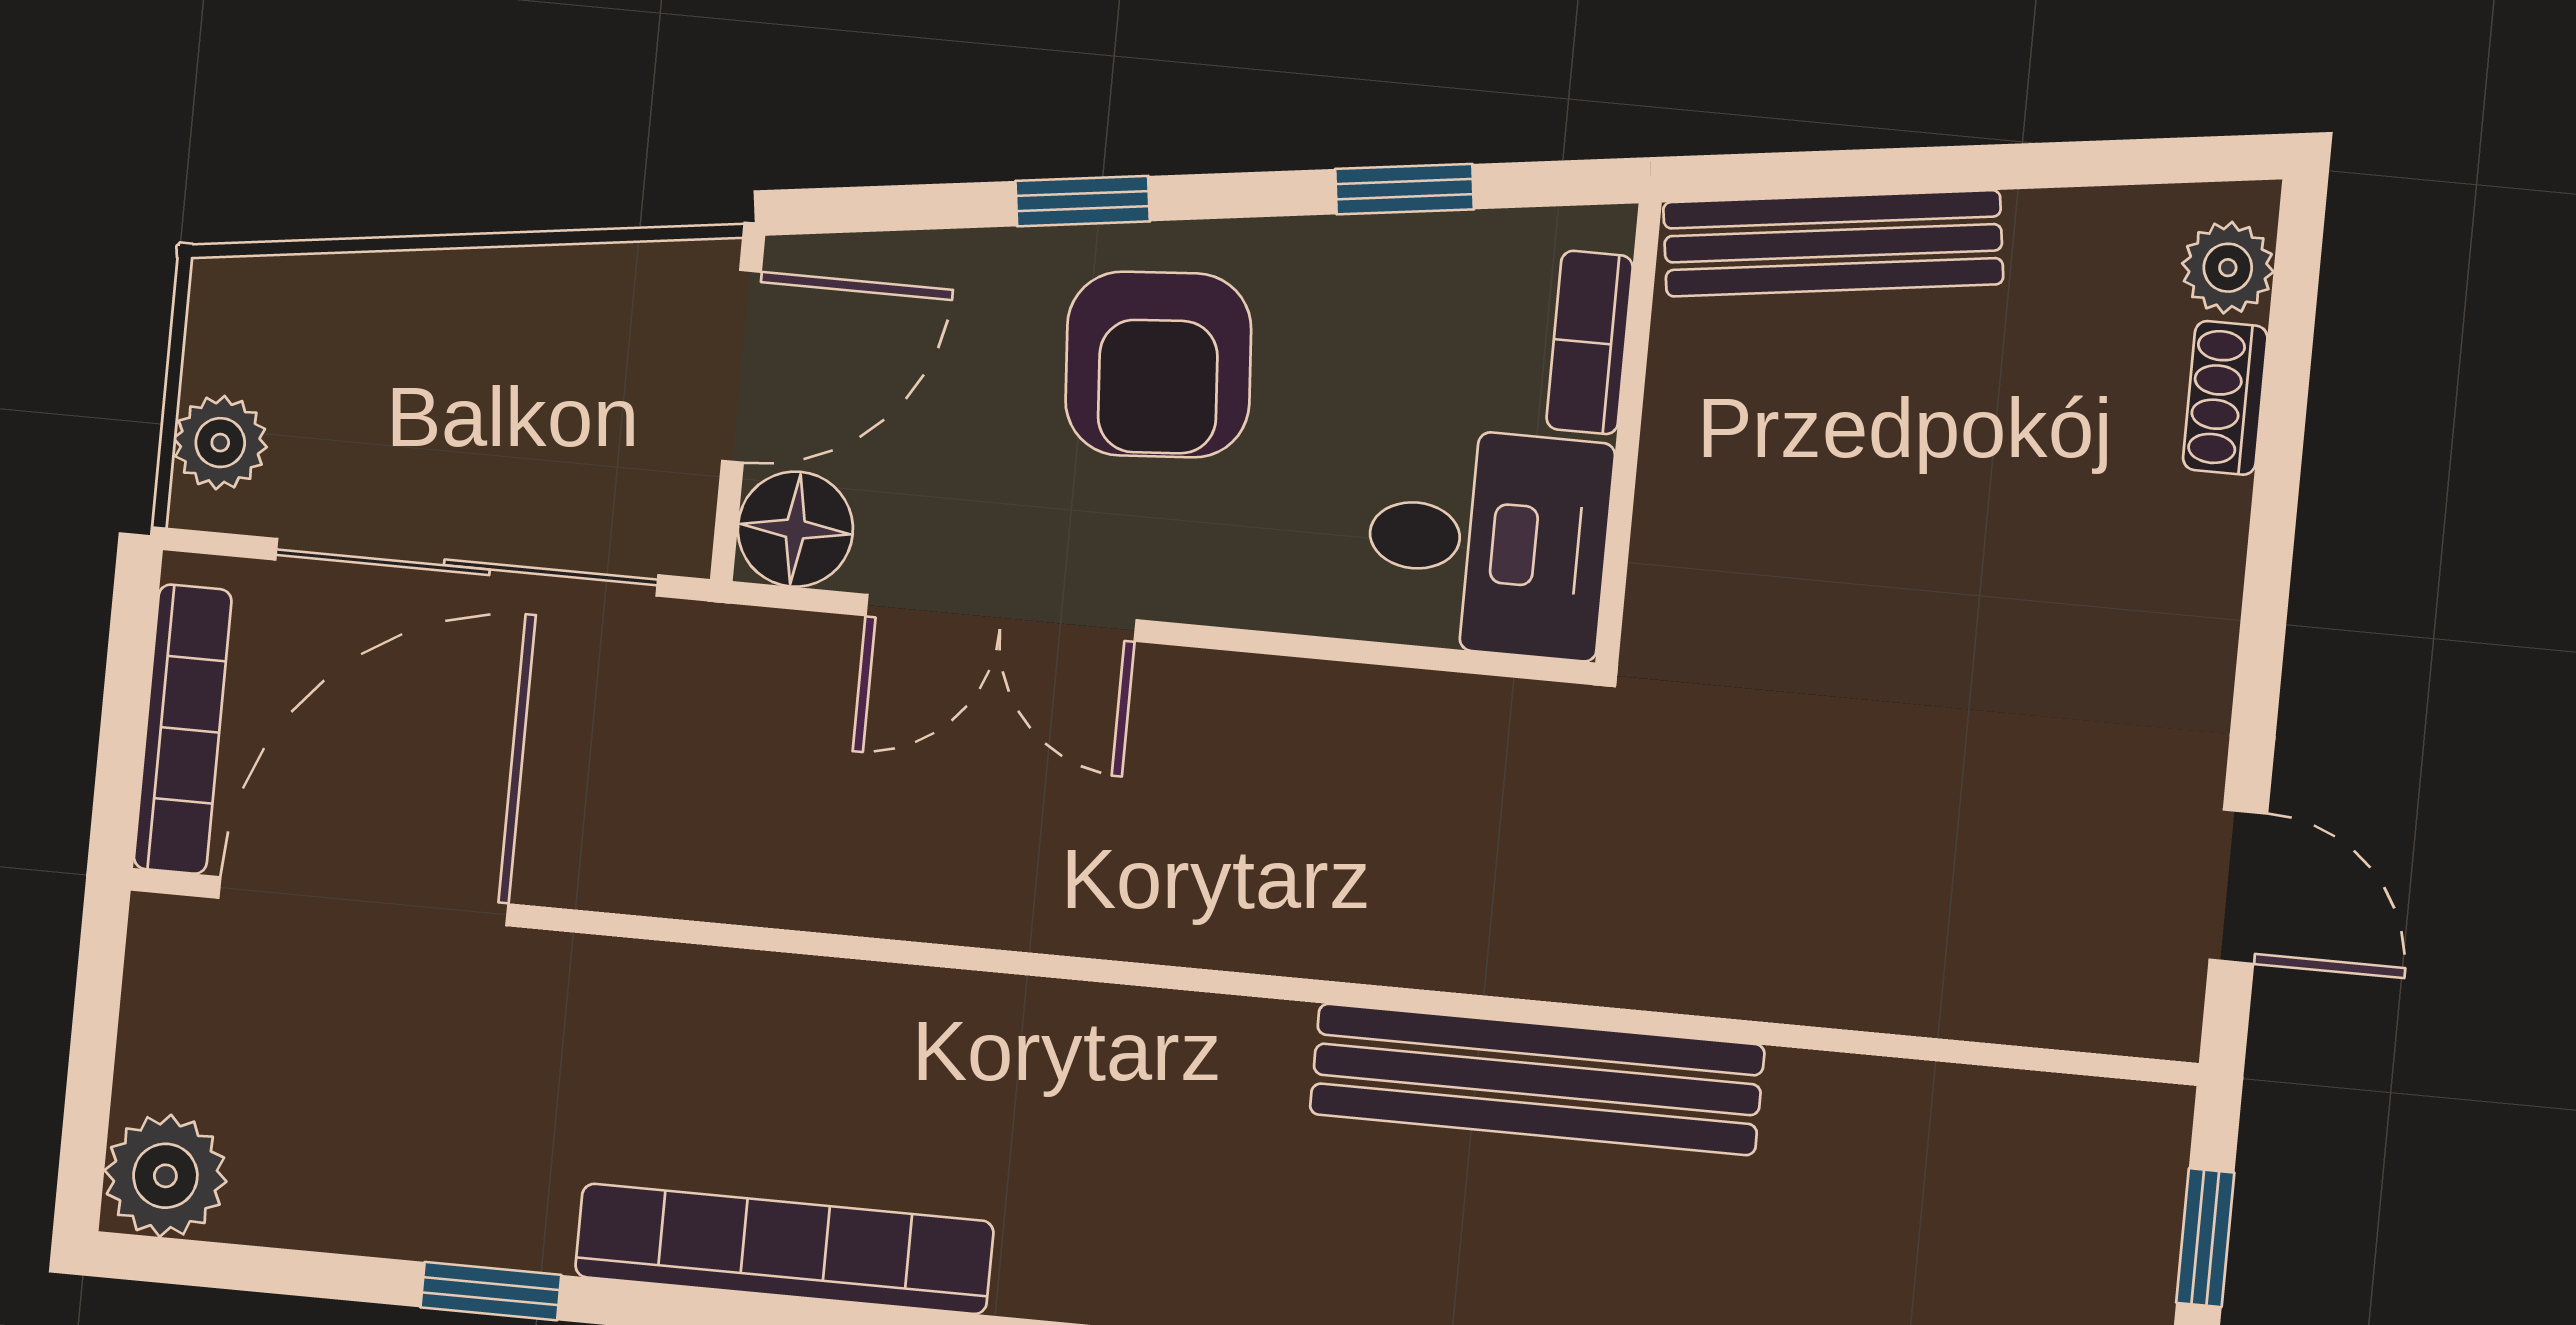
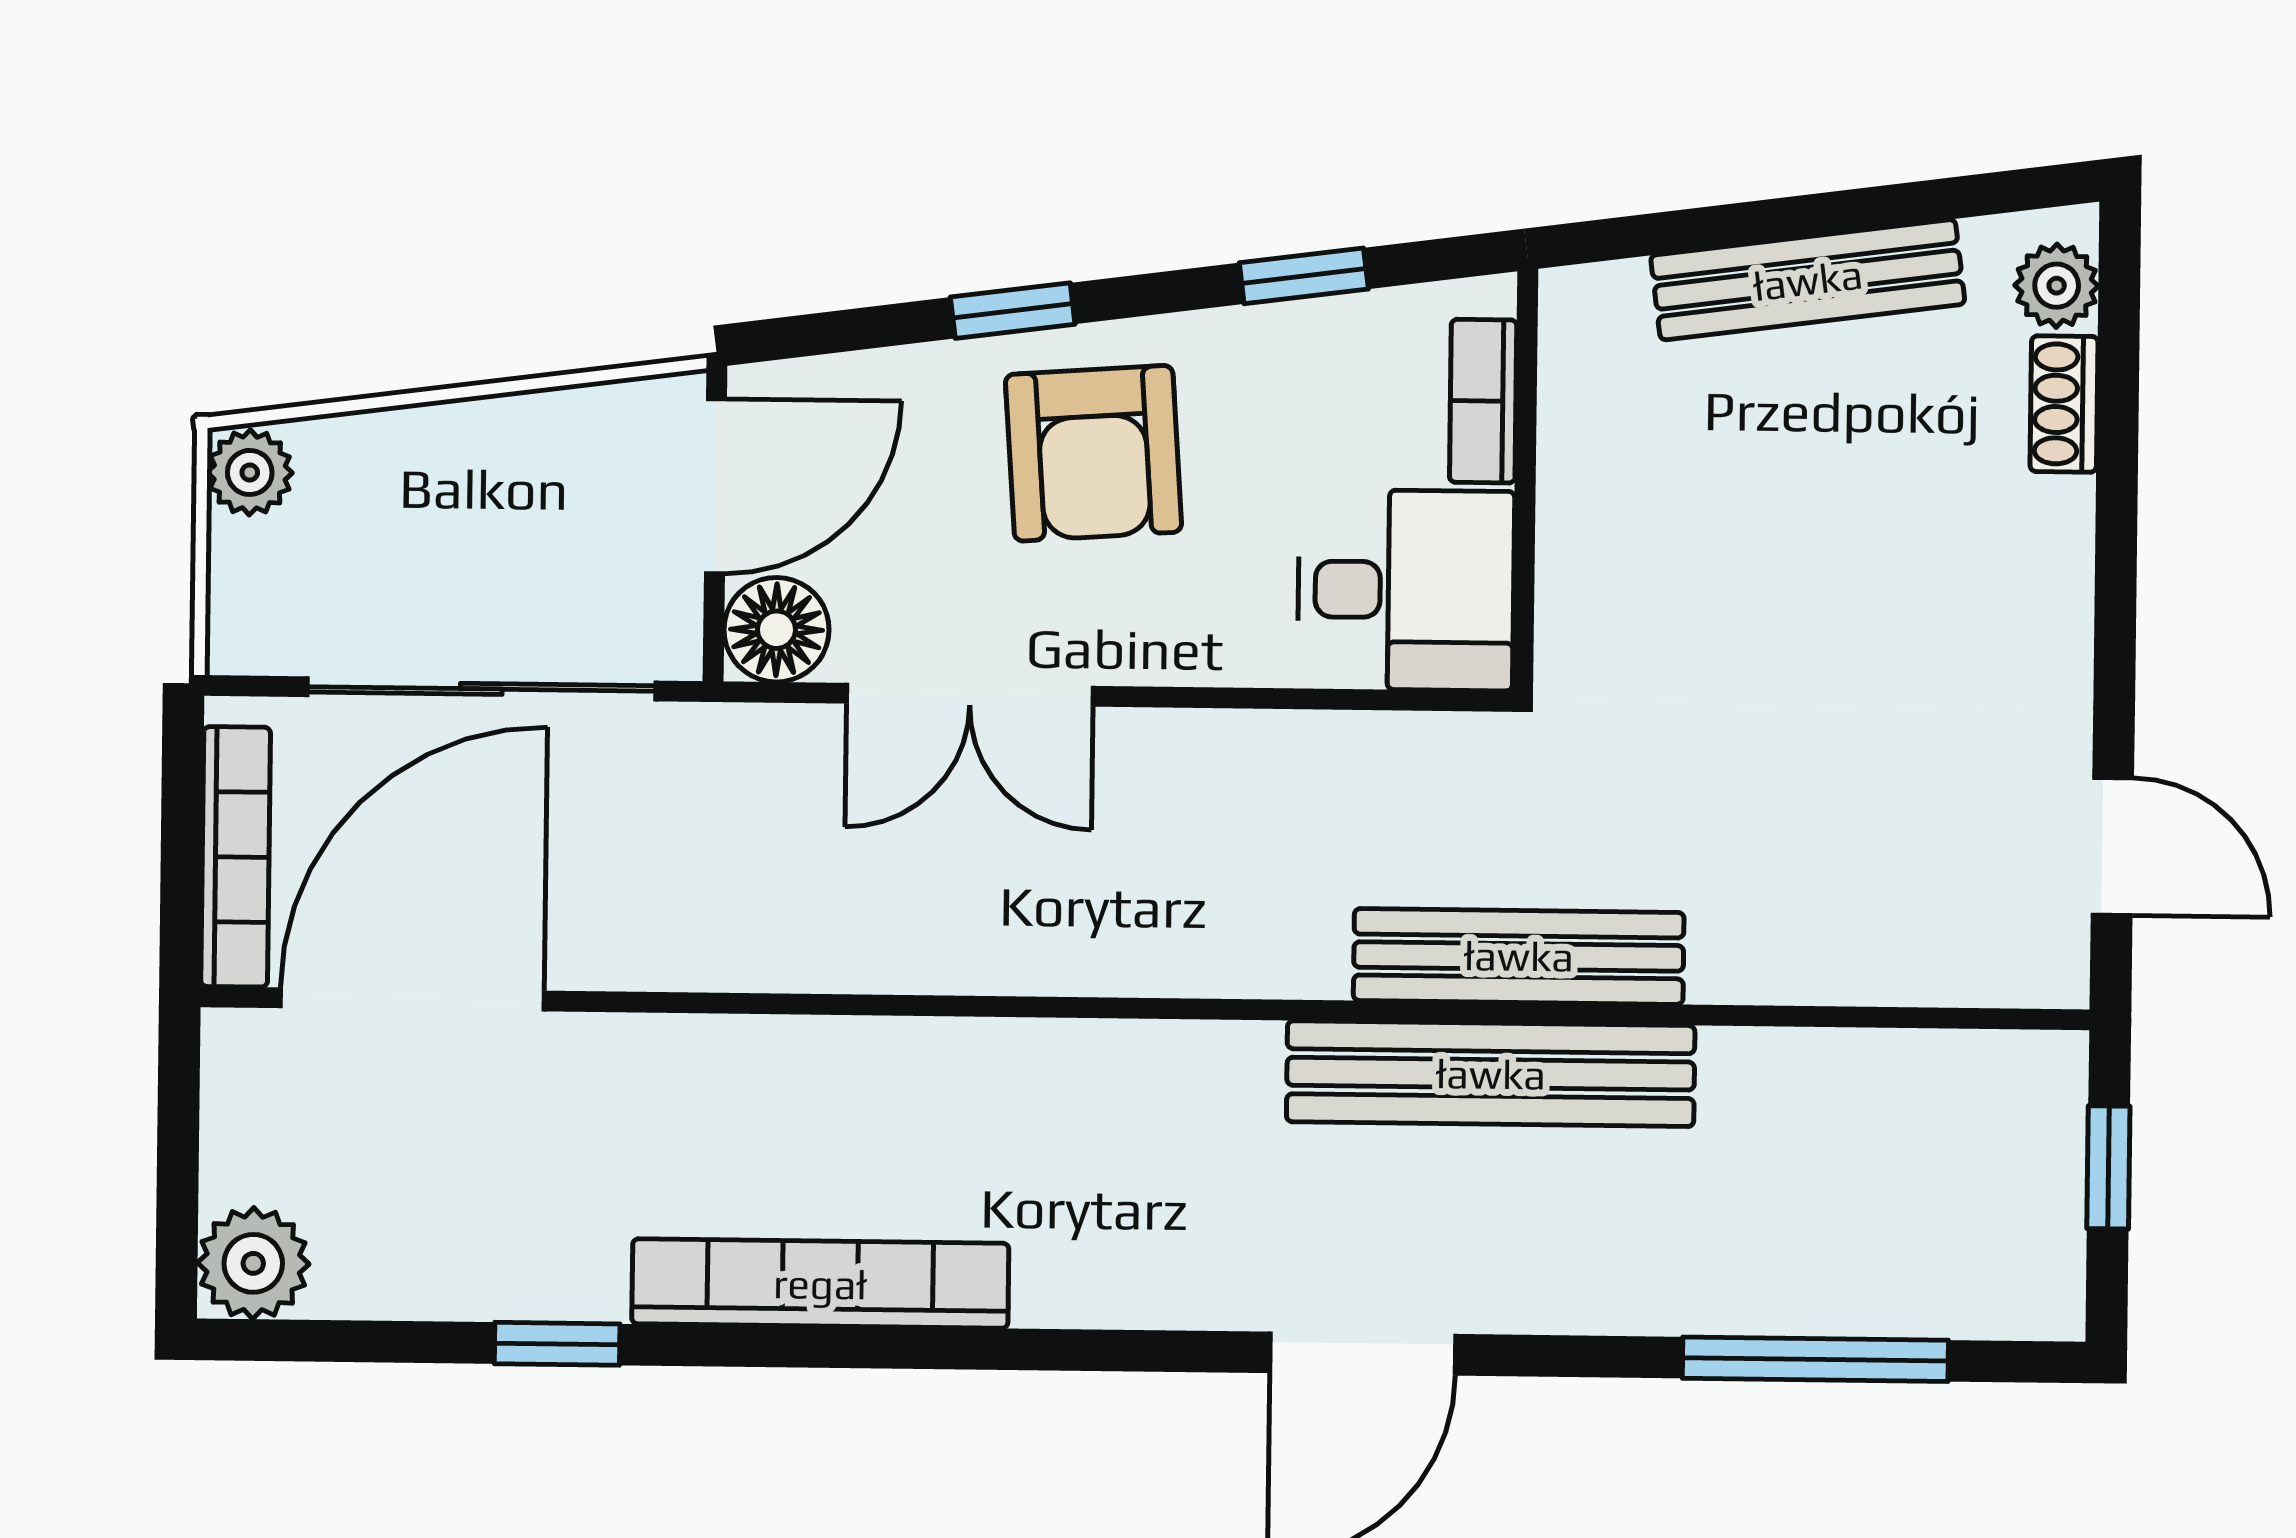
bench: (1833, 243) -> (1808, 280), moved
plant: (220, 443) -> (250, 472), moved
bench: (1578, 954) -> (1519, 956), added

